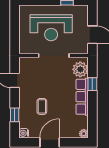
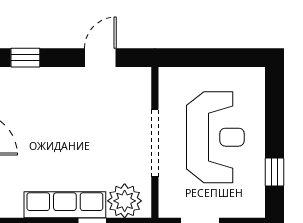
reception desk: (51, 28) -> (215, 137), turned 180
coffee table: (42, 106) -> (44, 117), removed

